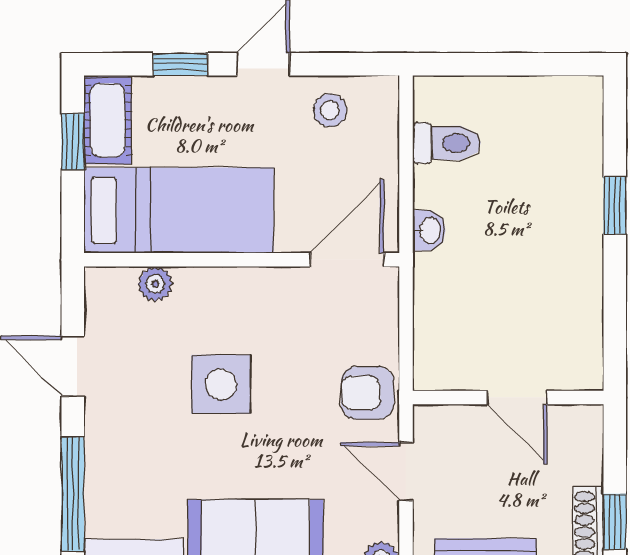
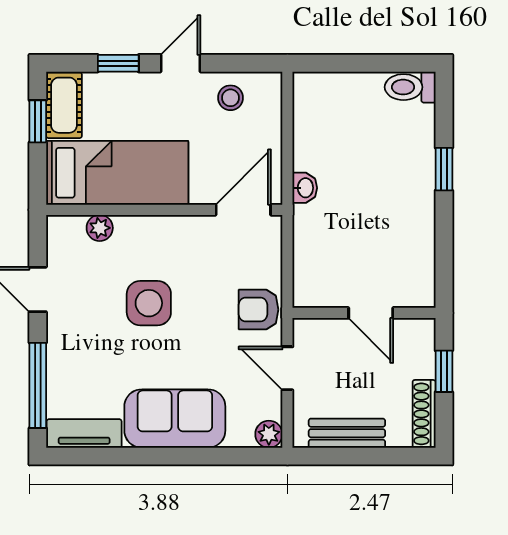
toilet: (447, 143) -> (410, 87), moved, turned 180
window: (615, 521) -> (444, 371), moved

